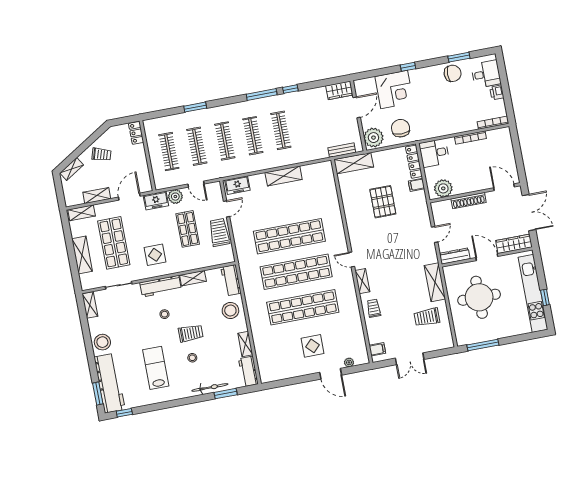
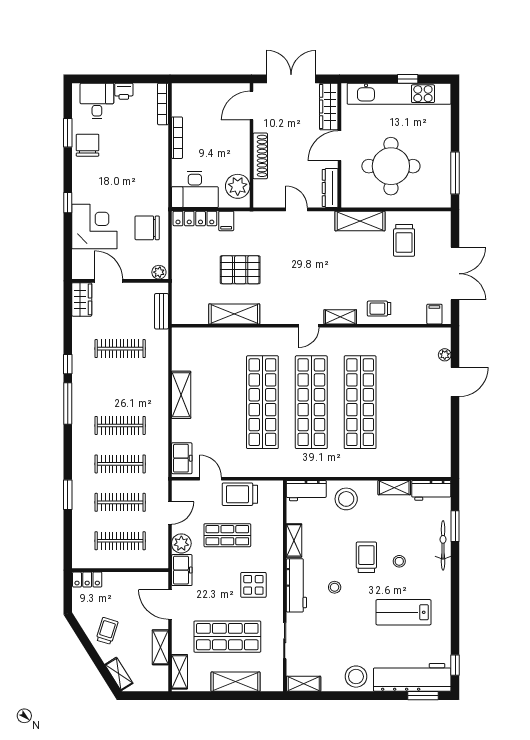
clothes rail: (281, 130) -> (120, 349), moved
plant: (373, 138) -> (159, 272), width x0.53, depth x0.53
desk: (434, 153) -> (195, 189), width x1.37
shelving: (354, 163) -> (234, 314), moved, turned 90
display table: (312, 346) -> (414, 399), removed
double door: (410, 359) -> (455, 274), width x1.37

